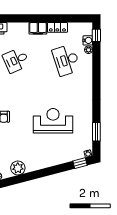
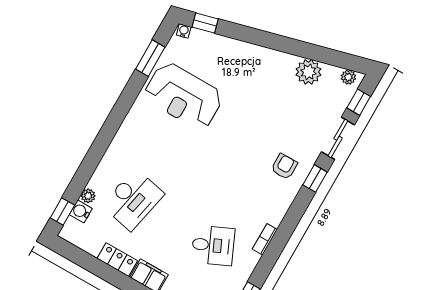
desk: (66, 60) -> (133, 200), turned 30
reception desk: (53, 121) -> (183, 96), moved

